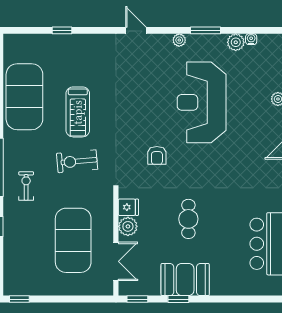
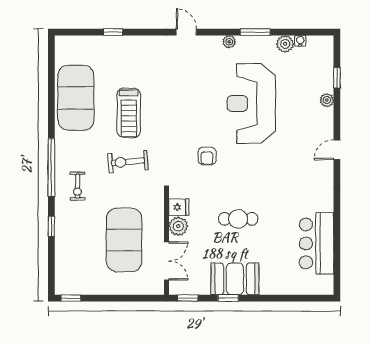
exercise bike: (26, 186) -> (78, 186), turned 180
cafe table: (188, 219) -> (238, 219), turned 90

